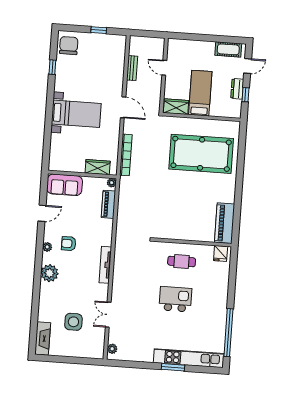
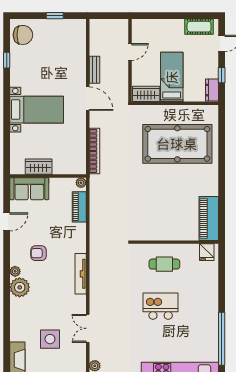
chair: (69, 46) -> (23, 35), turned 90
bench: (132, 68) -> (94, 70), moved
door: (164, 68) -> (130, 52), swing flipped
dresser: (237, 89) -> (212, 90), moved
wardrobe: (98, 167) -> (39, 167), moved
plant: (47, 247) -> (15, 271), moved

